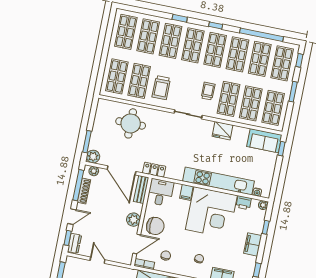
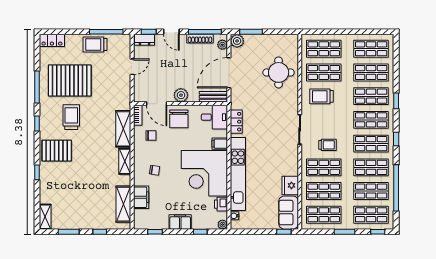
fridge: (223, 131) -> (290, 185), moved
locker: (154, 170) -> (236, 122), moved

